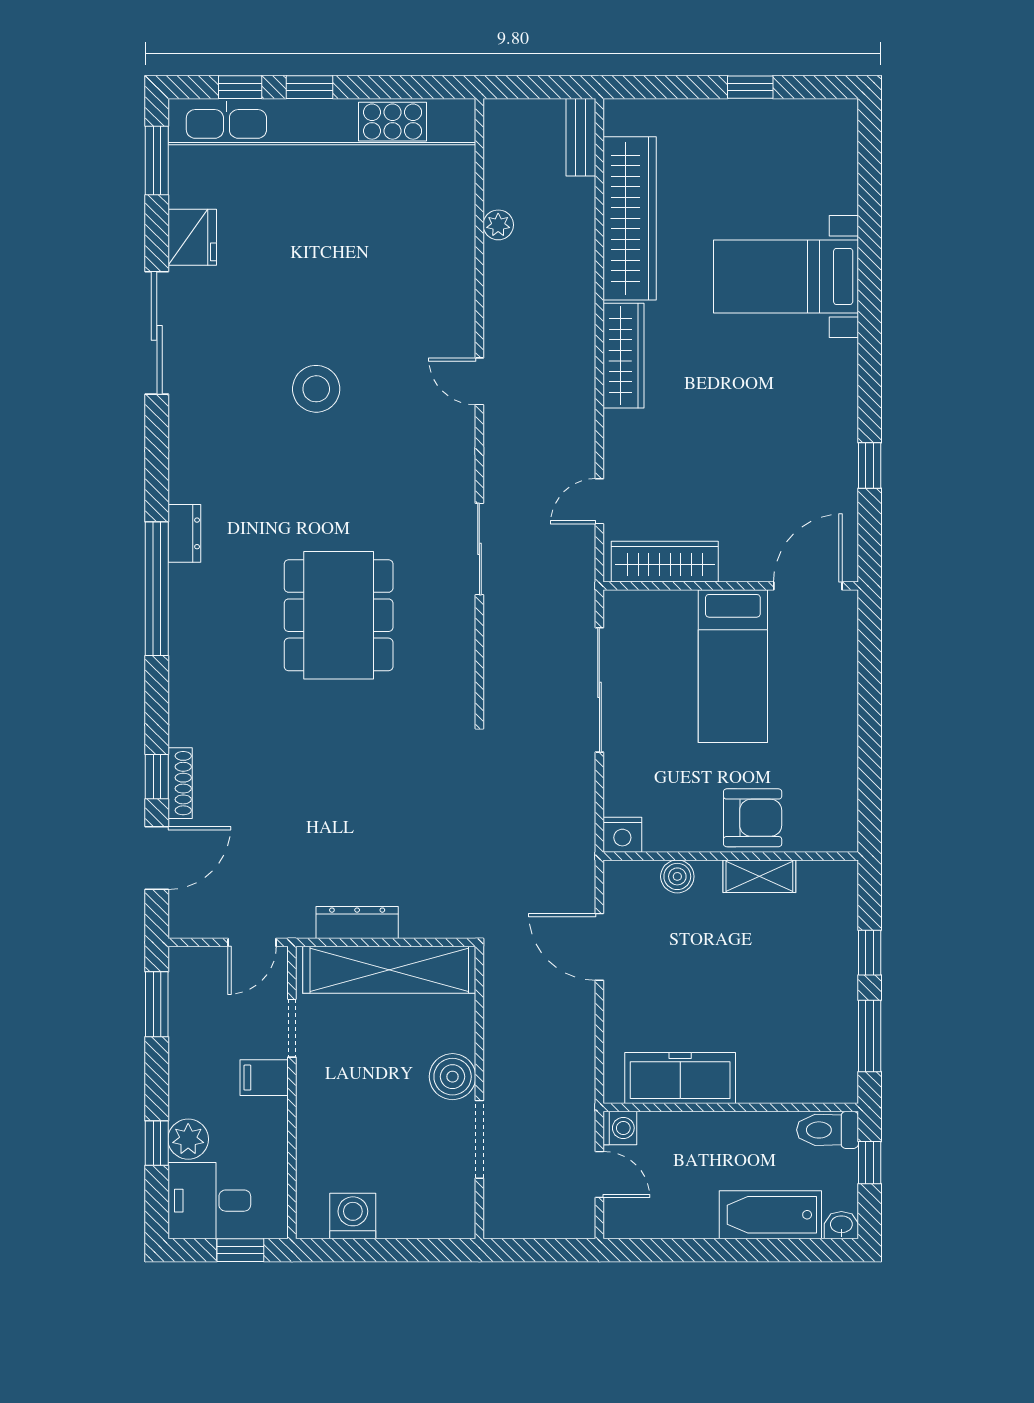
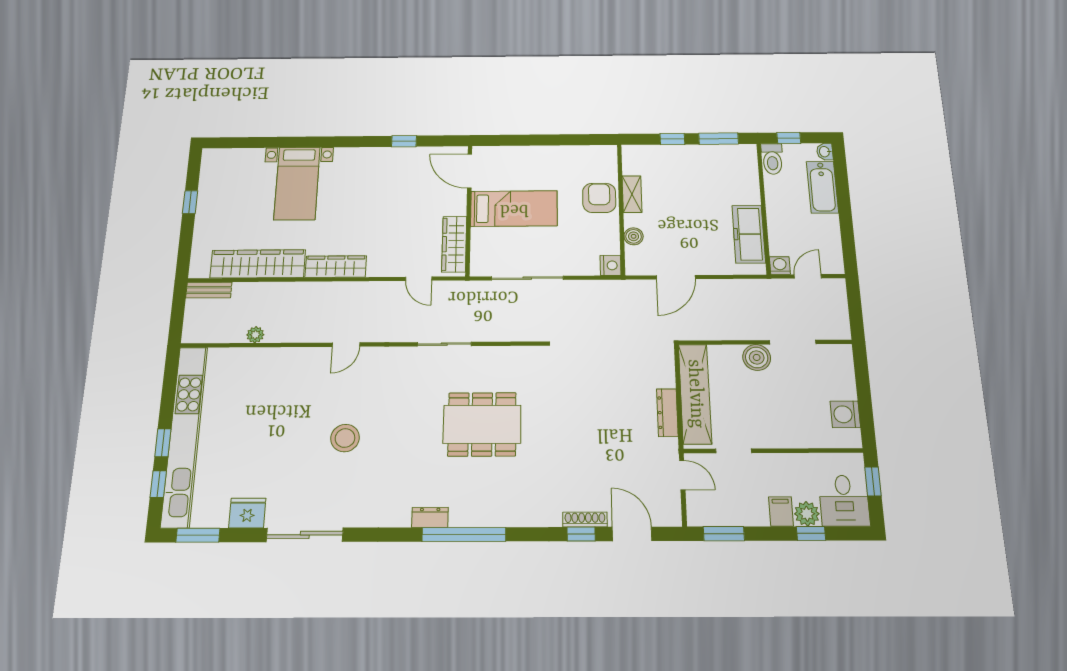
filing cabinet: (264, 1078) -> (781, 512), moved, turned 180

